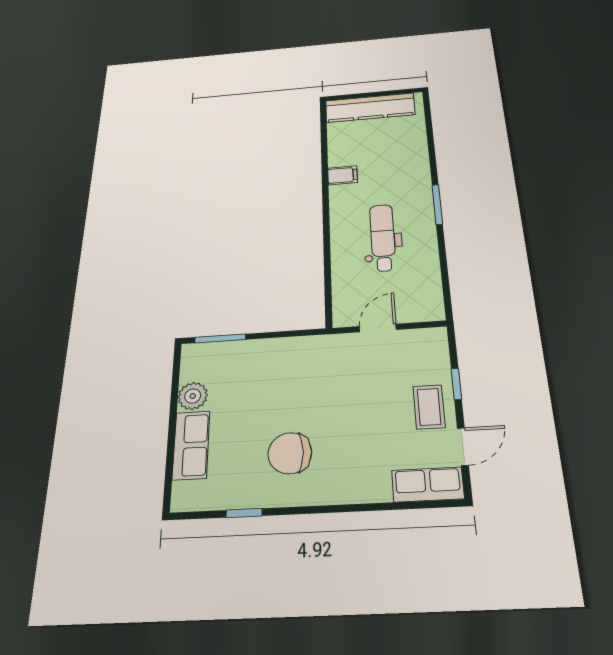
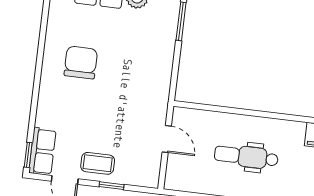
dental chair: (383, 238) -> (246, 157), turned 180
window: (244, 513) -> (28, 155), moved

